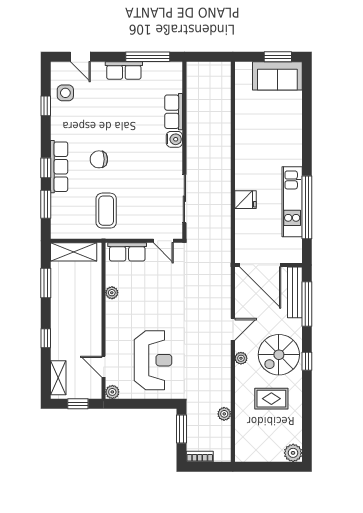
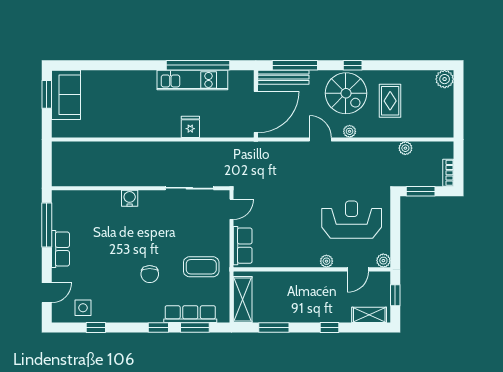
row of seats: (174, 112) -> (102, 199), removed
row of seats: (59, 167) -> (190, 314), moved
plant: (112, 293) -> (326, 261), moved

